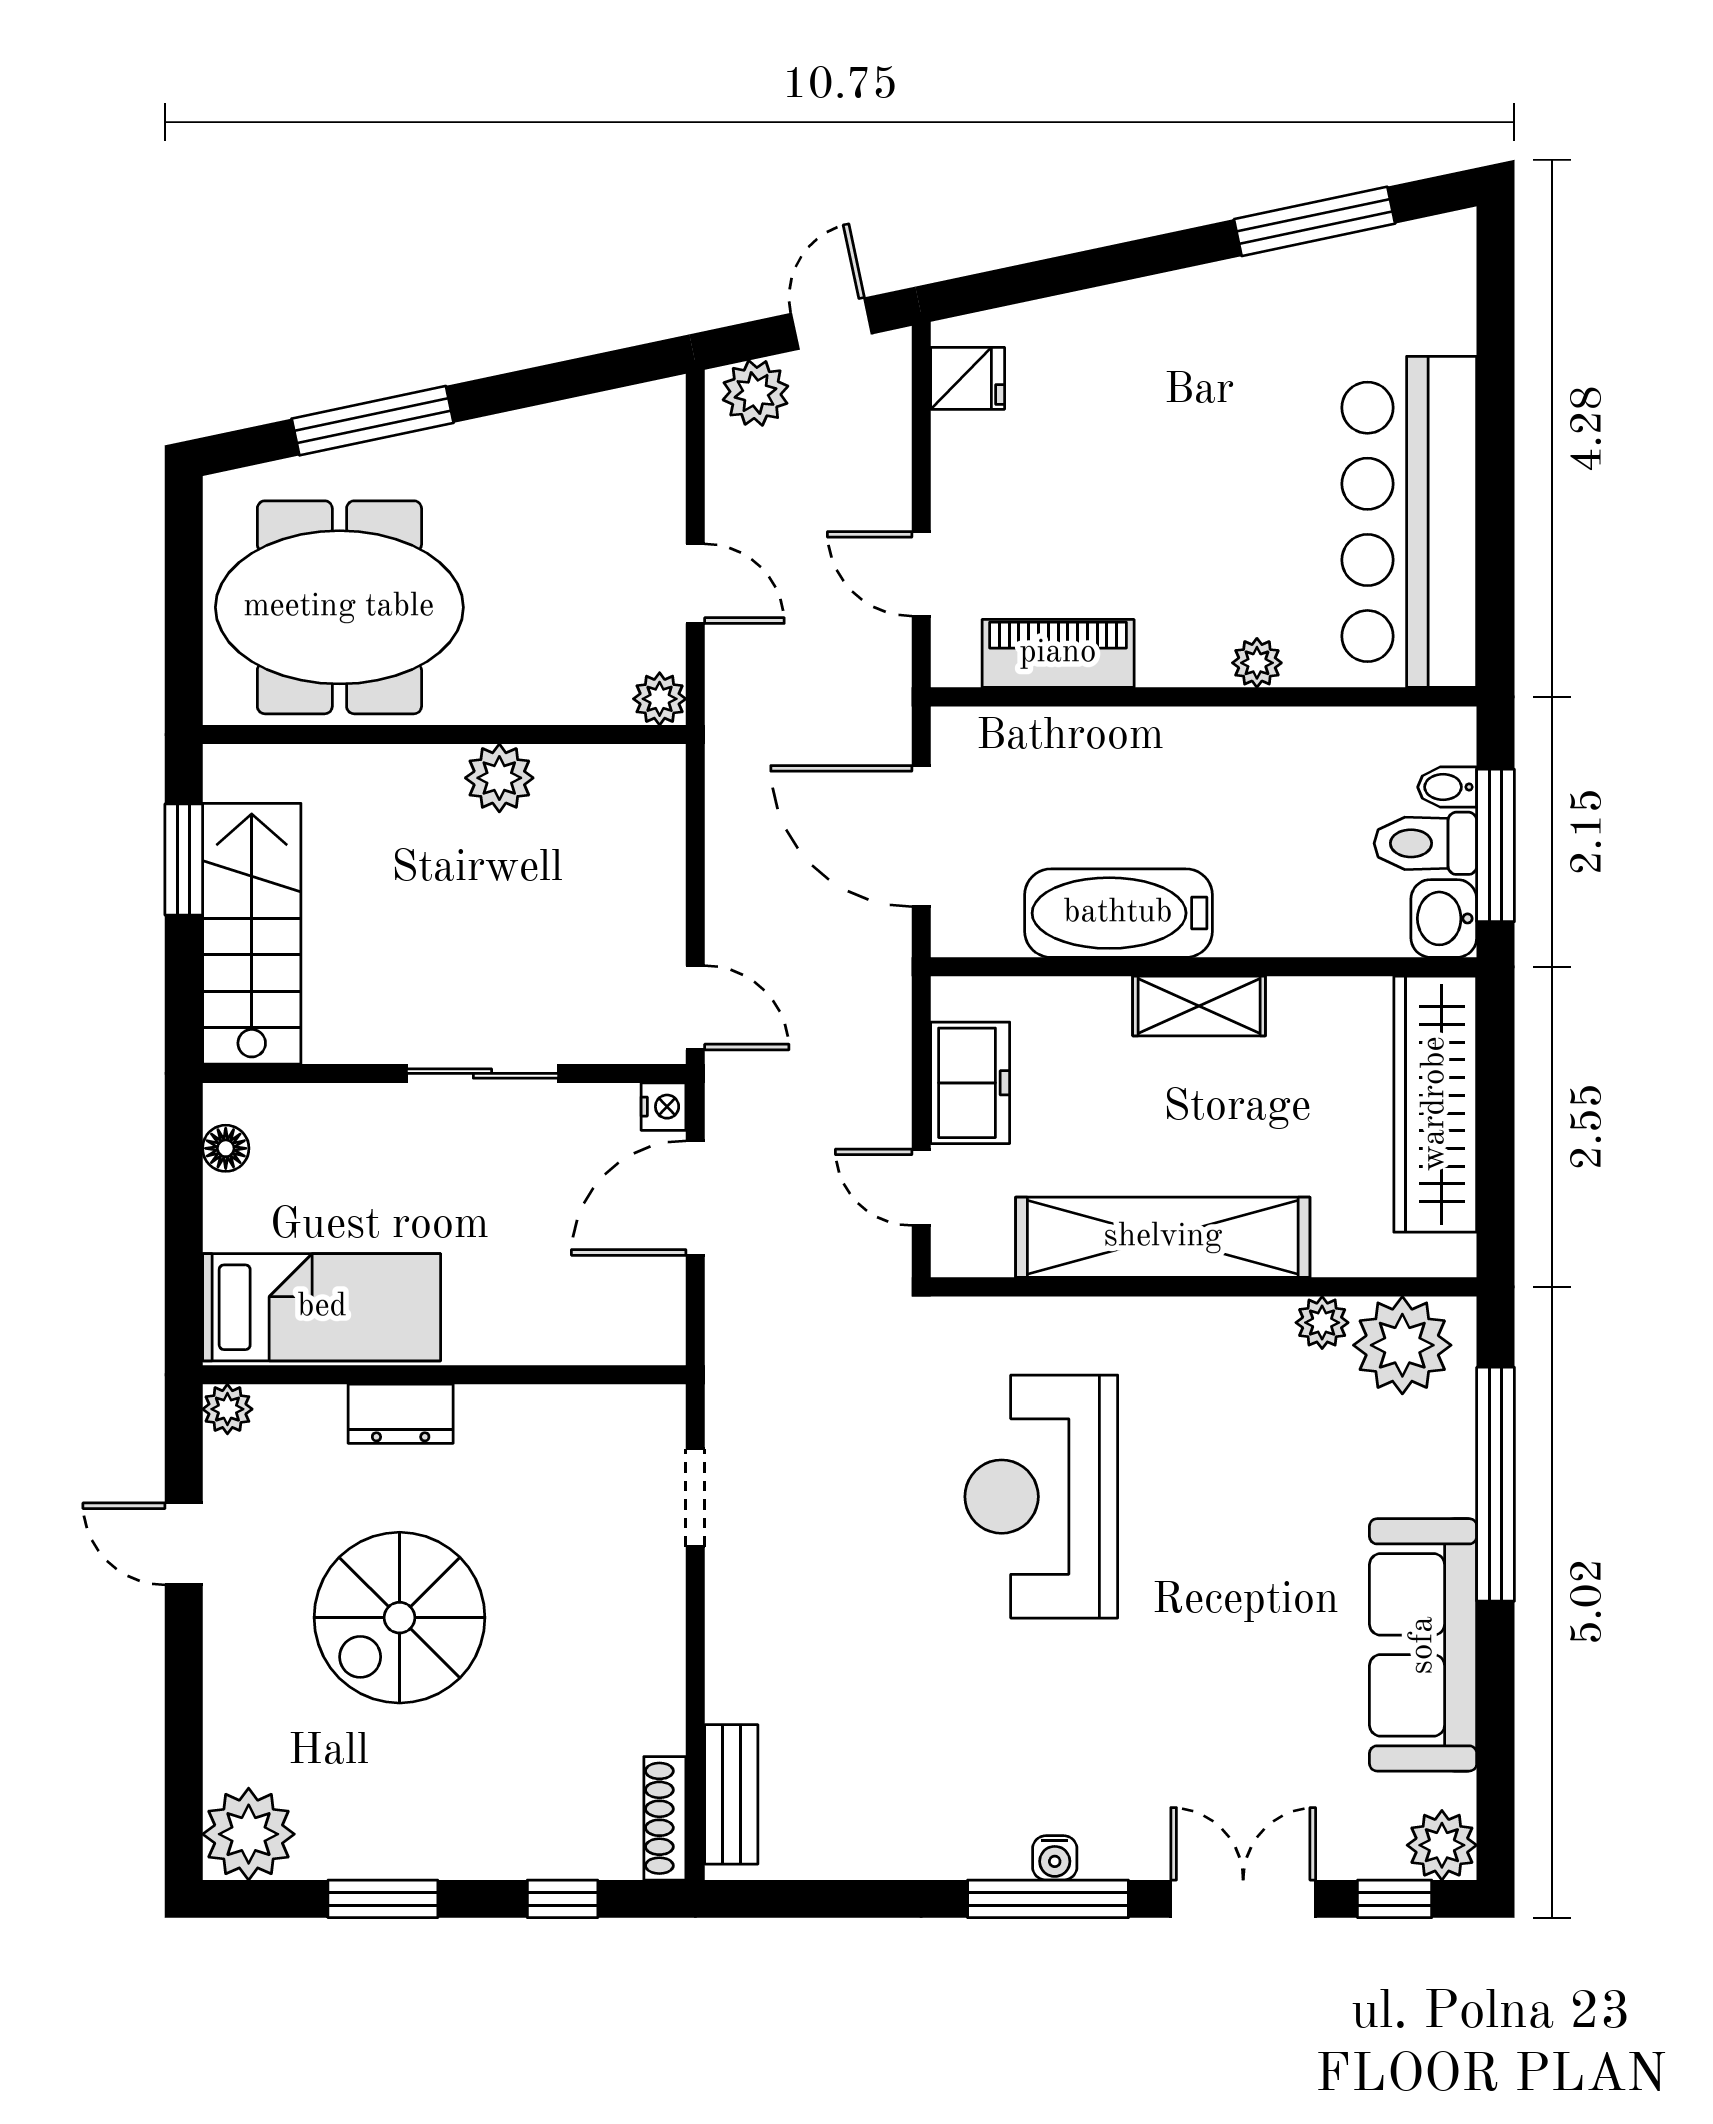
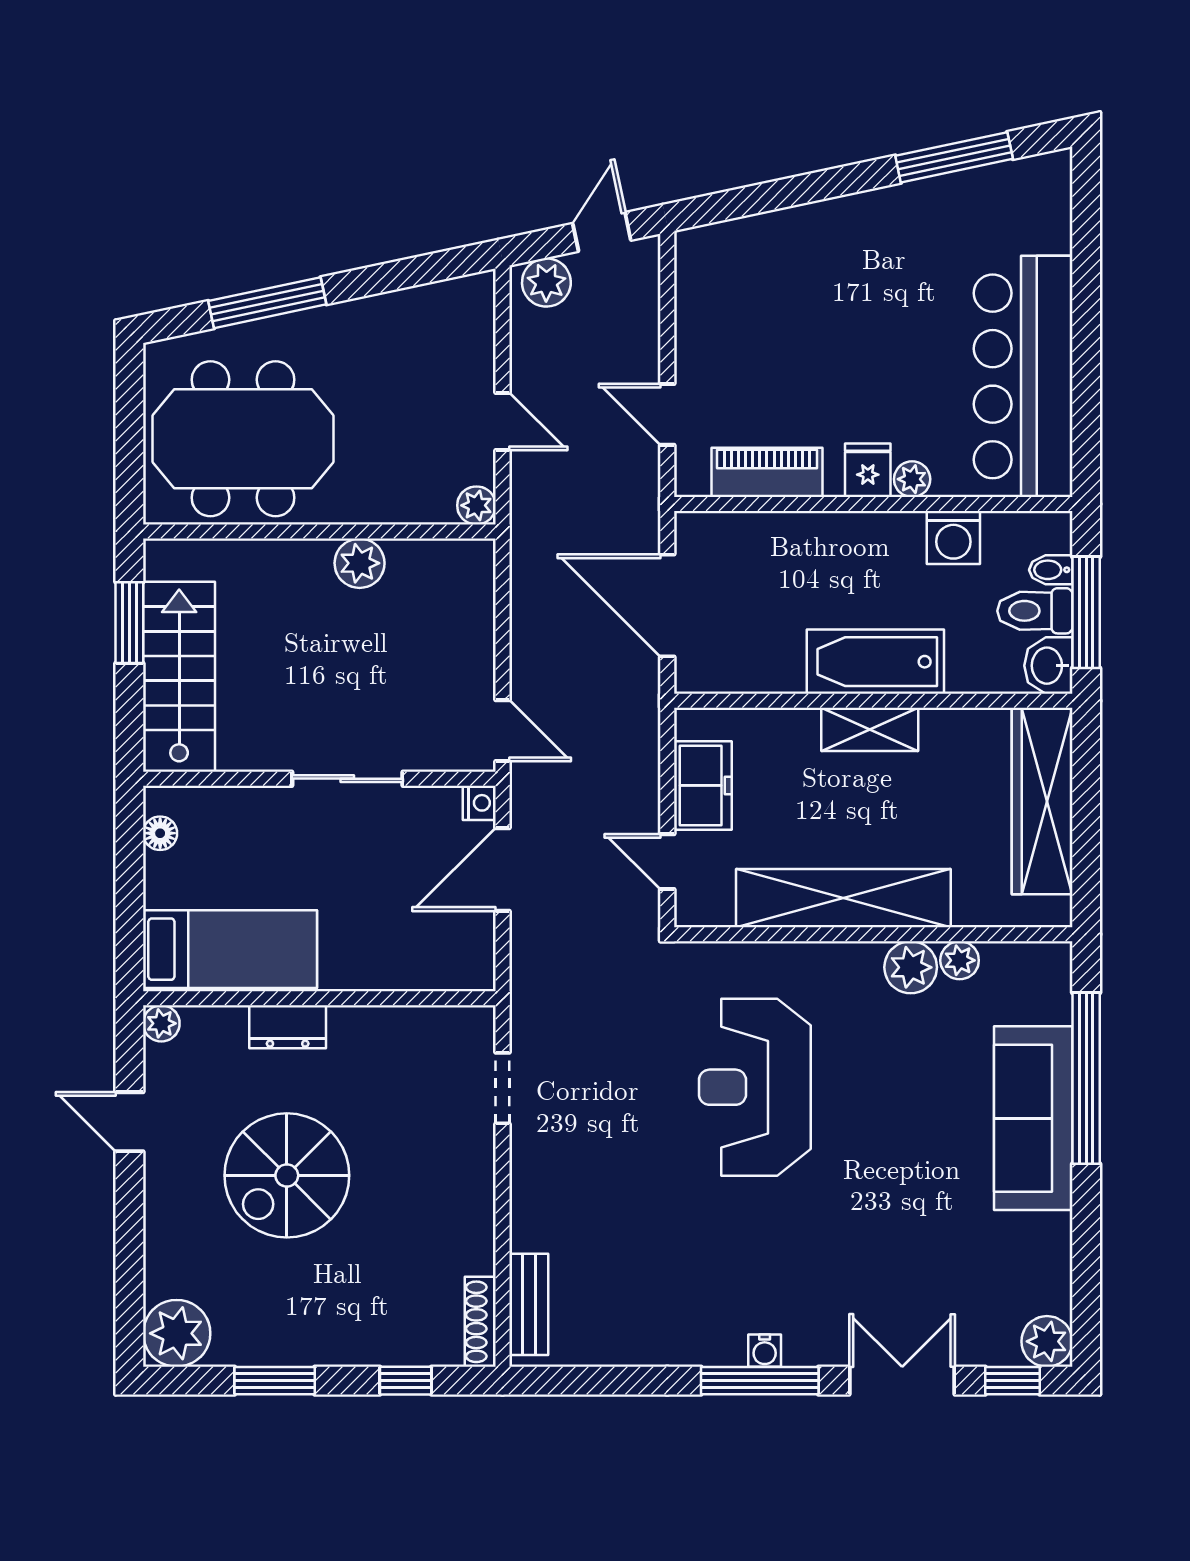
fridge: (968, 378) -> (868, 470), moved, turned -90
washing machine: (1314, 743) -> (953, 537), added
bathtub: (1118, 913) -> (875, 662), moved
plant: (1402, 1345) -> (911, 967), moved, width x0.73, depth x0.73
sofa: (1423, 1645) -> (1033, 1118), moved

